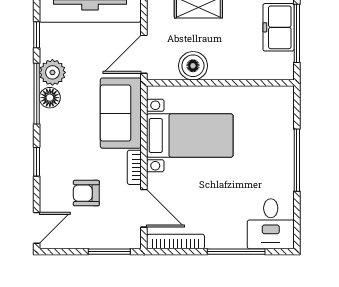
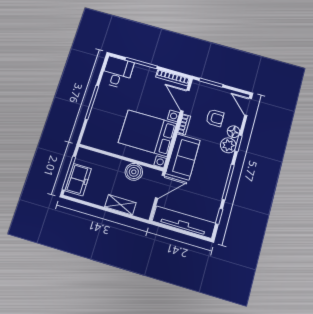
plant: (52, 72) -> (228, 145), moved
floor lamp: (50, 98) -> (234, 132), moved
bed with nightstands: (190, 135) -> (147, 133), width x1.36
door: (37, 228) -> (248, 107), hinge flipped

